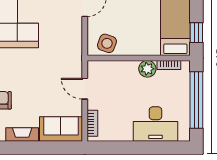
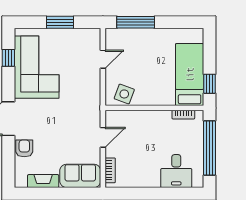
plant: (147, 69) -> (163, 118), removed
door: (85, 89) -> (103, 137), swing flipped
desk: (155, 124) -> (176, 171), width x0.73

